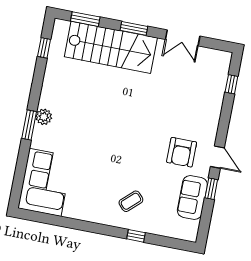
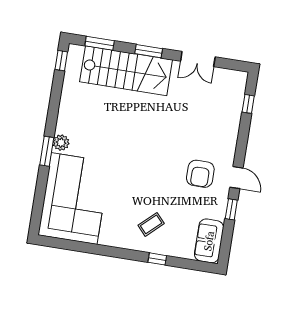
window: (44, 48) -> (61, 61), moved
corner sofa: (45, 182) -> (74, 199), width x1.36, depth x1.36
sofa: (192, 198) -> (209, 241), moved

